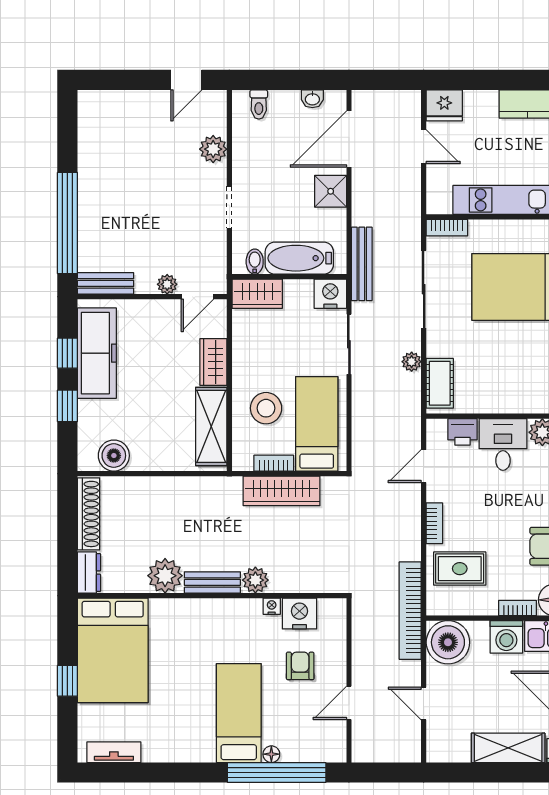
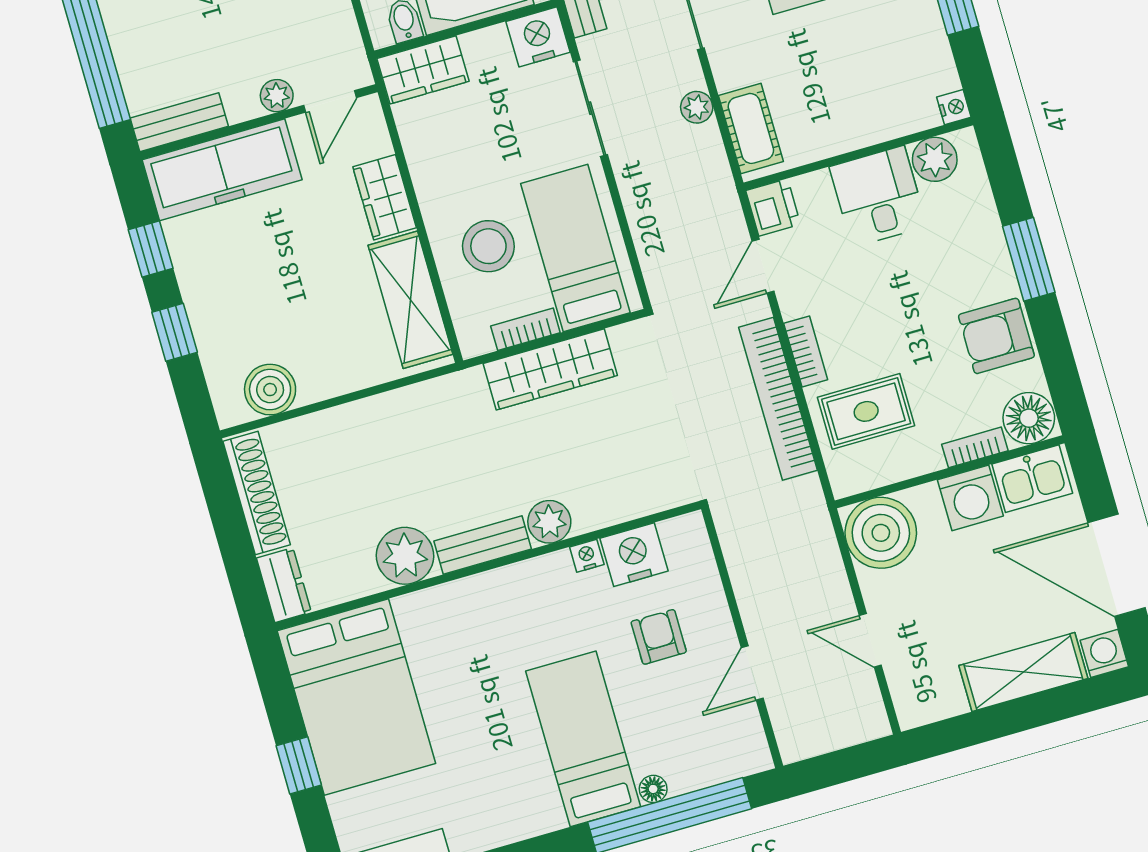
freezer: (97, 353) -> (222, 170), moved, turned 90
printer: (462, 432) -> (773, 207), moved, turned -90
bookcase: (410, 611) -> (778, 399), moved

